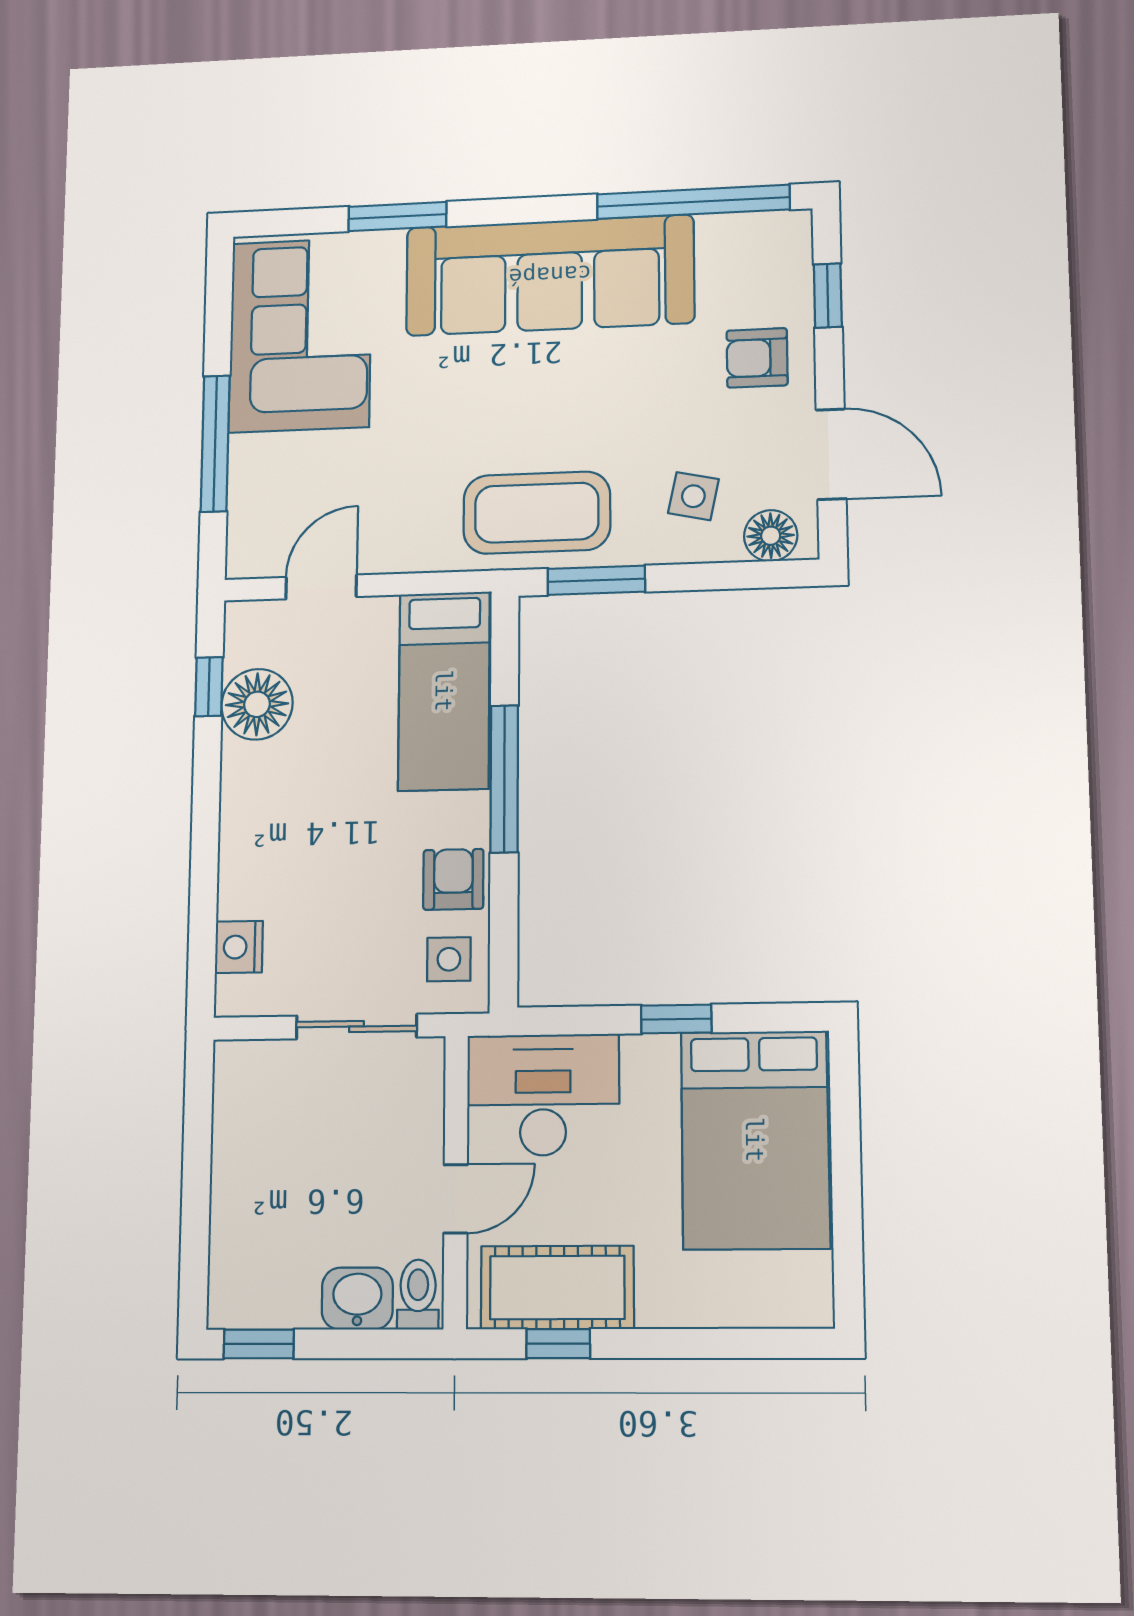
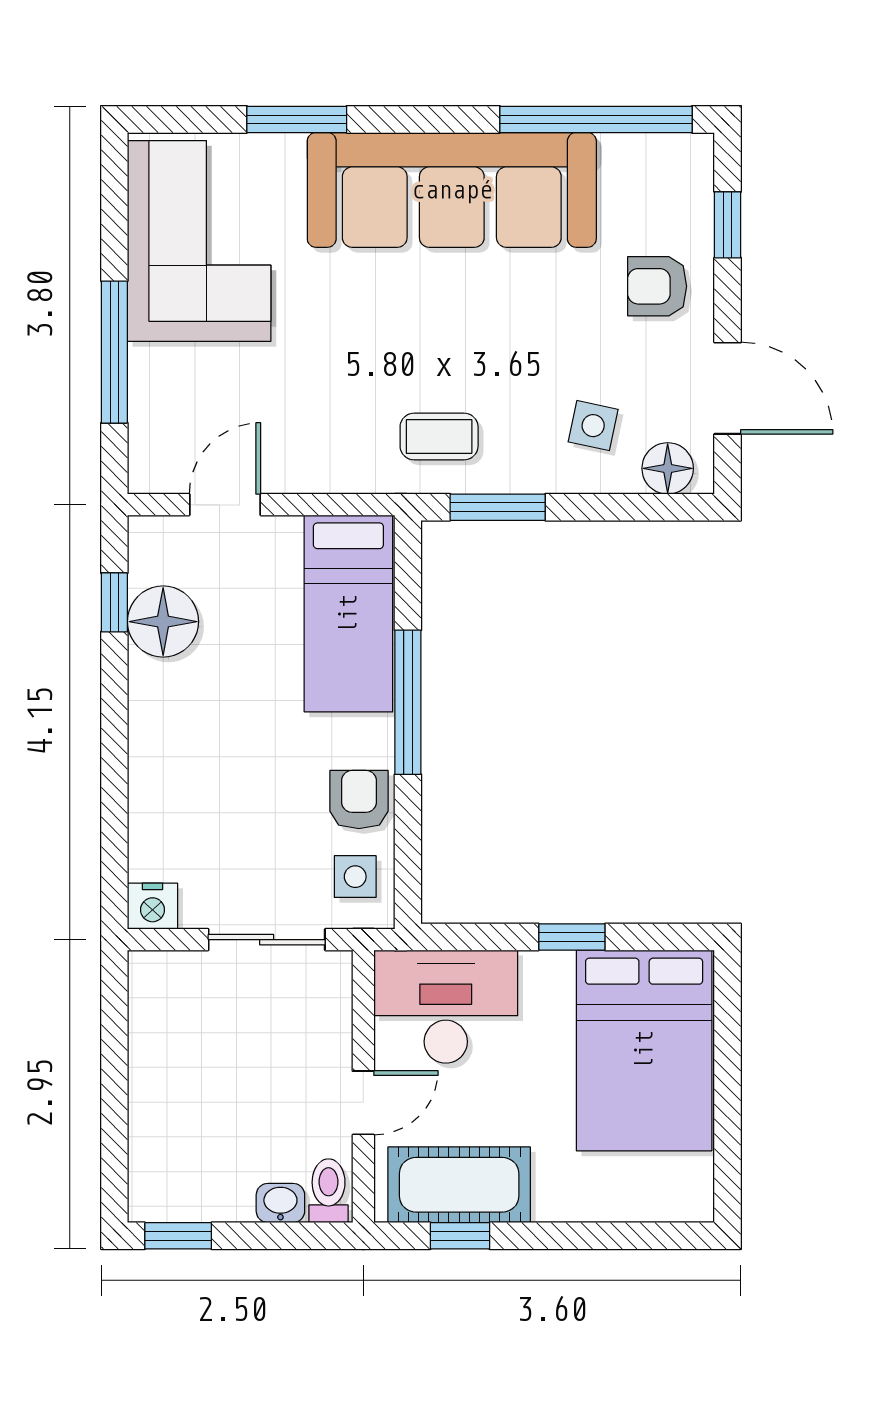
coffee table: (537, 513) -> (439, 436), width x0.54, depth x0.58
nightstand: (239, 947) -> (152, 906), moved, turned -90
washbasin: (357, 1298) -> (280, 1203), width x0.72, depth x0.69

